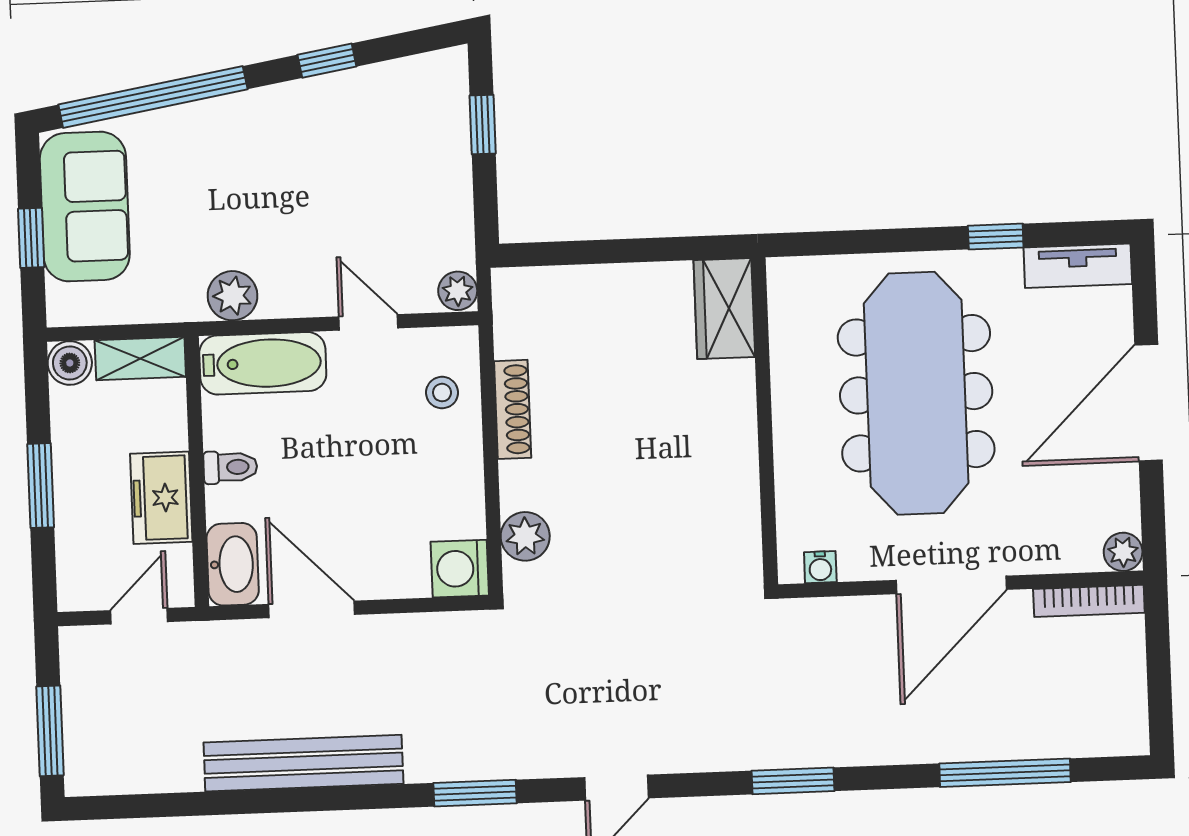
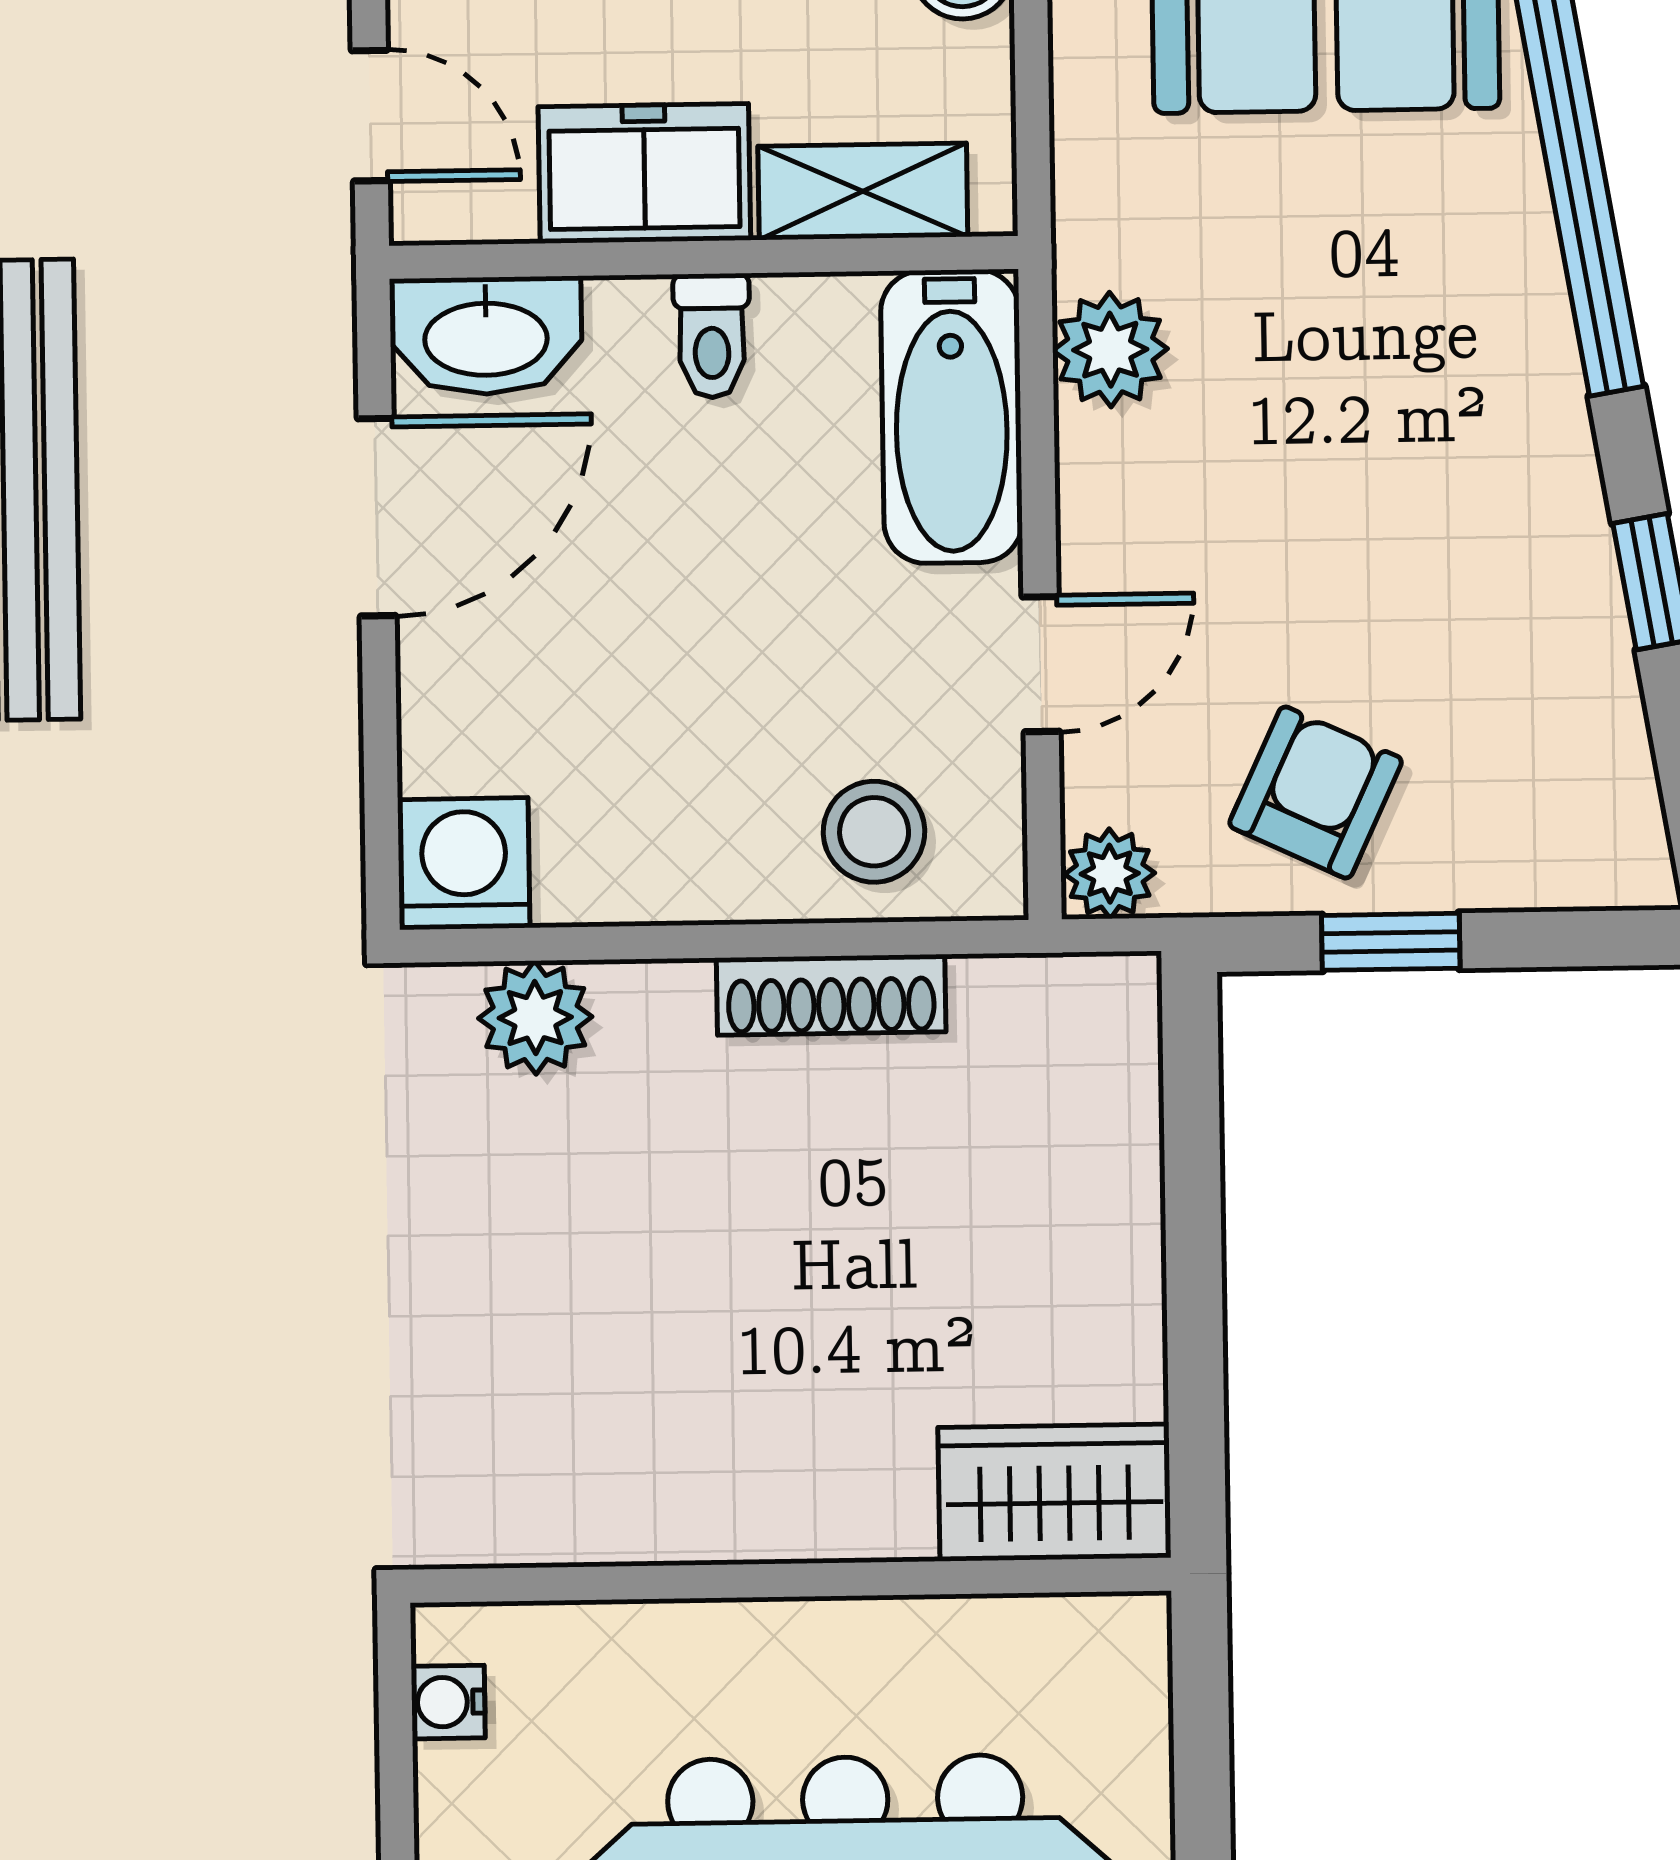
window: (483, 125) -> (1391, 942), moved
armchair: (421, 203) -> (1316, 792), added
shelving: (140, 358) -> (863, 191), moved, turned 90
stool: (442, 393) -> (874, 832), width x1.37, depth x1.37

